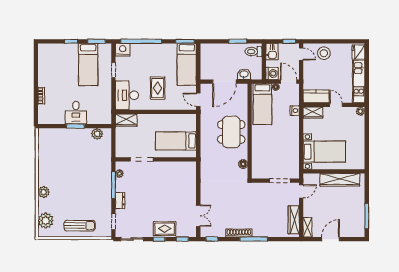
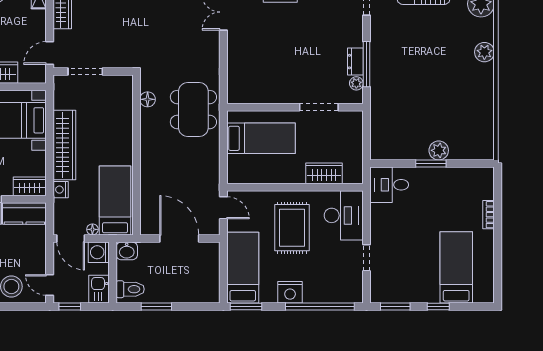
nightstand: (123, 50) -> (290, 292), moved
bed: (88, 64) -> (456, 267), moved
washbasin: (244, 74) -> (127, 251), moved
door: (224, 82) -> (179, 238), hinge flipped
rug: (158, 88) -> (292, 228), width x1.36, depth x1.43
desk: (76, 113) -> (389, 185), moved, turned -90
wardrobe: (126, 120) -> (324, 173), moved
dining table: (231, 132) -> (193, 110), moved
plant: (97, 134) -> (439, 150), moved
wardrobe: (292, 137) -> (64, 145), added
dresser: (120, 201) -> (355, 62), moved

